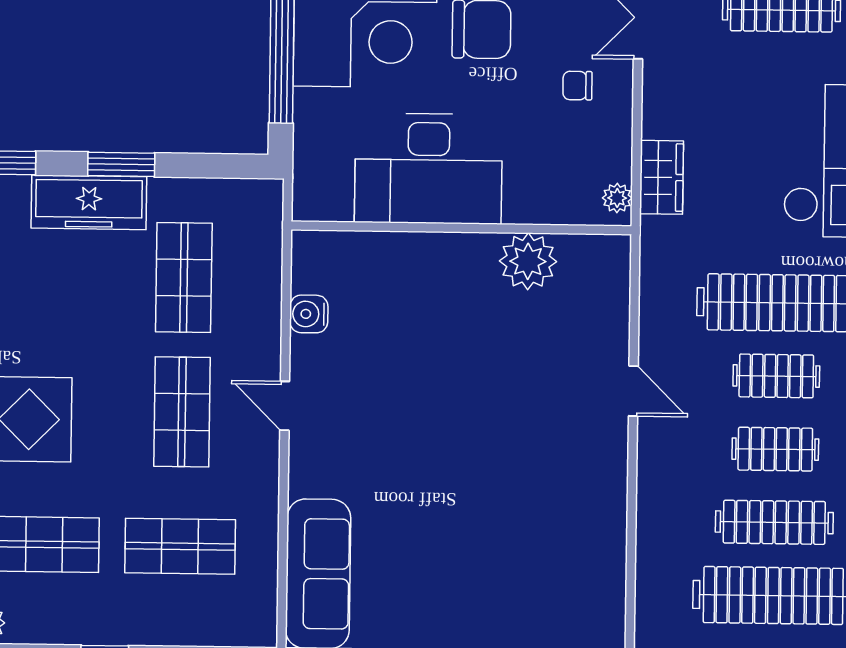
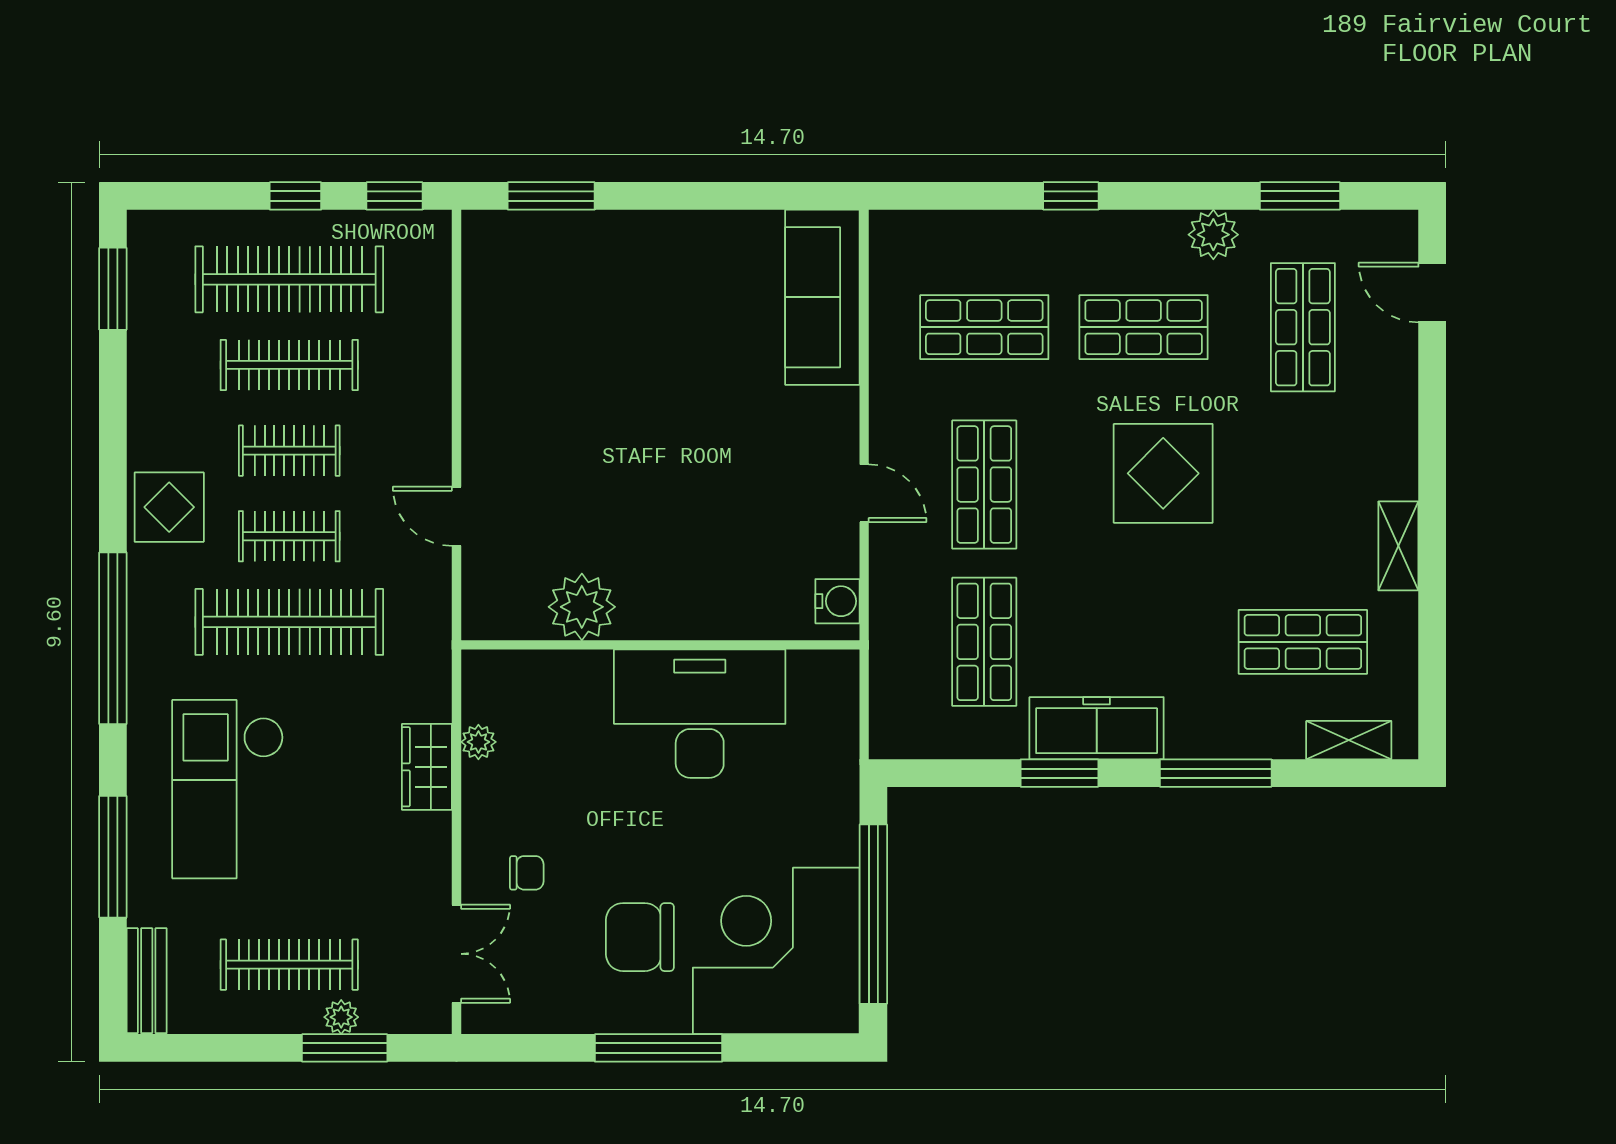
desk: (429, 169) -> (700, 714), moved
wall: (461, 228) -> (660, 645), moved
plant: (528, 261) -> (582, 607), moved

